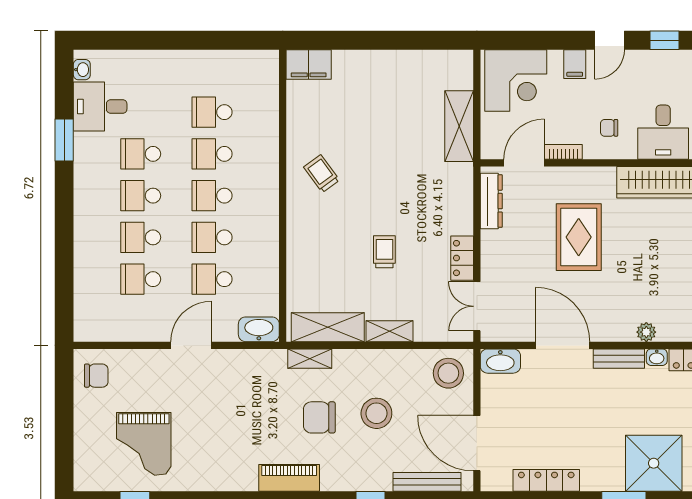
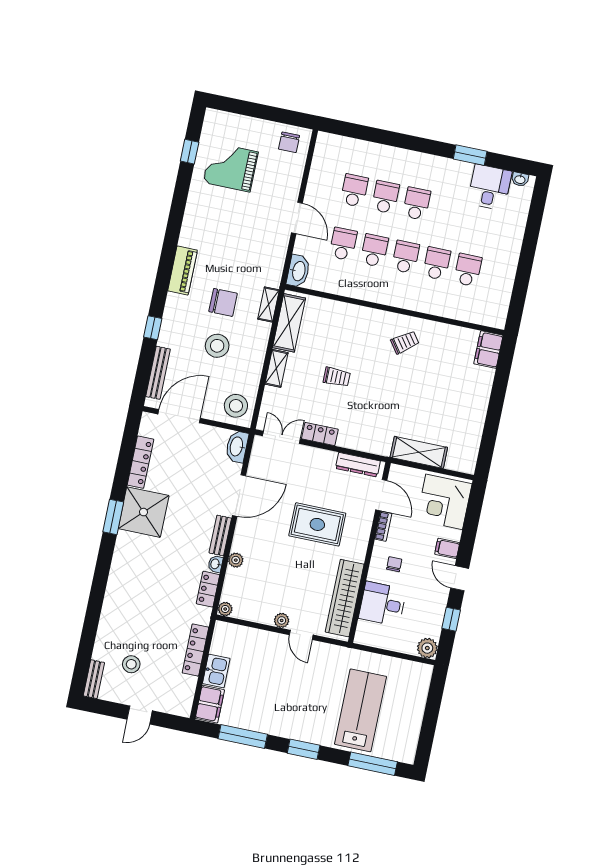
school desk: (141, 154) -> (448, 210), removed
chair: (319, 417) -> (223, 302), turned 90
shower: (654, 463) -> (144, 512), moved

